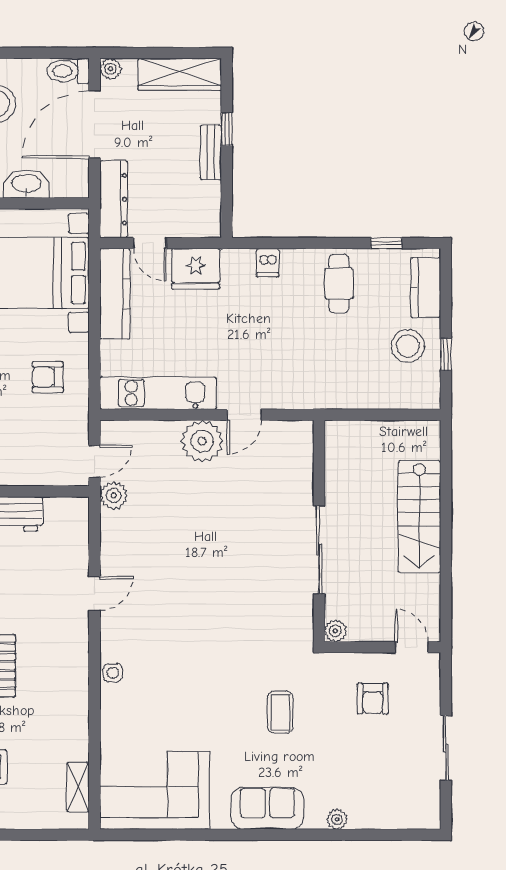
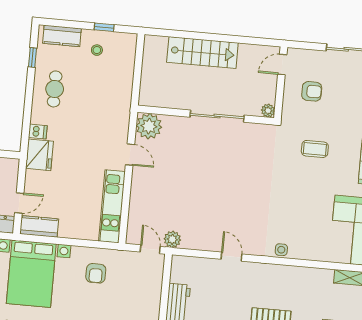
fridge: (196, 269) -> (39, 155), moved
cafe table: (339, 284) -> (55, 89), turned 90
kitchen counter: (115, 294) -> (39, 226), width x0.67
stool: (408, 346) -> (97, 50), width x0.53, depth x0.53
plant: (202, 441) -> (149, 126), moved

